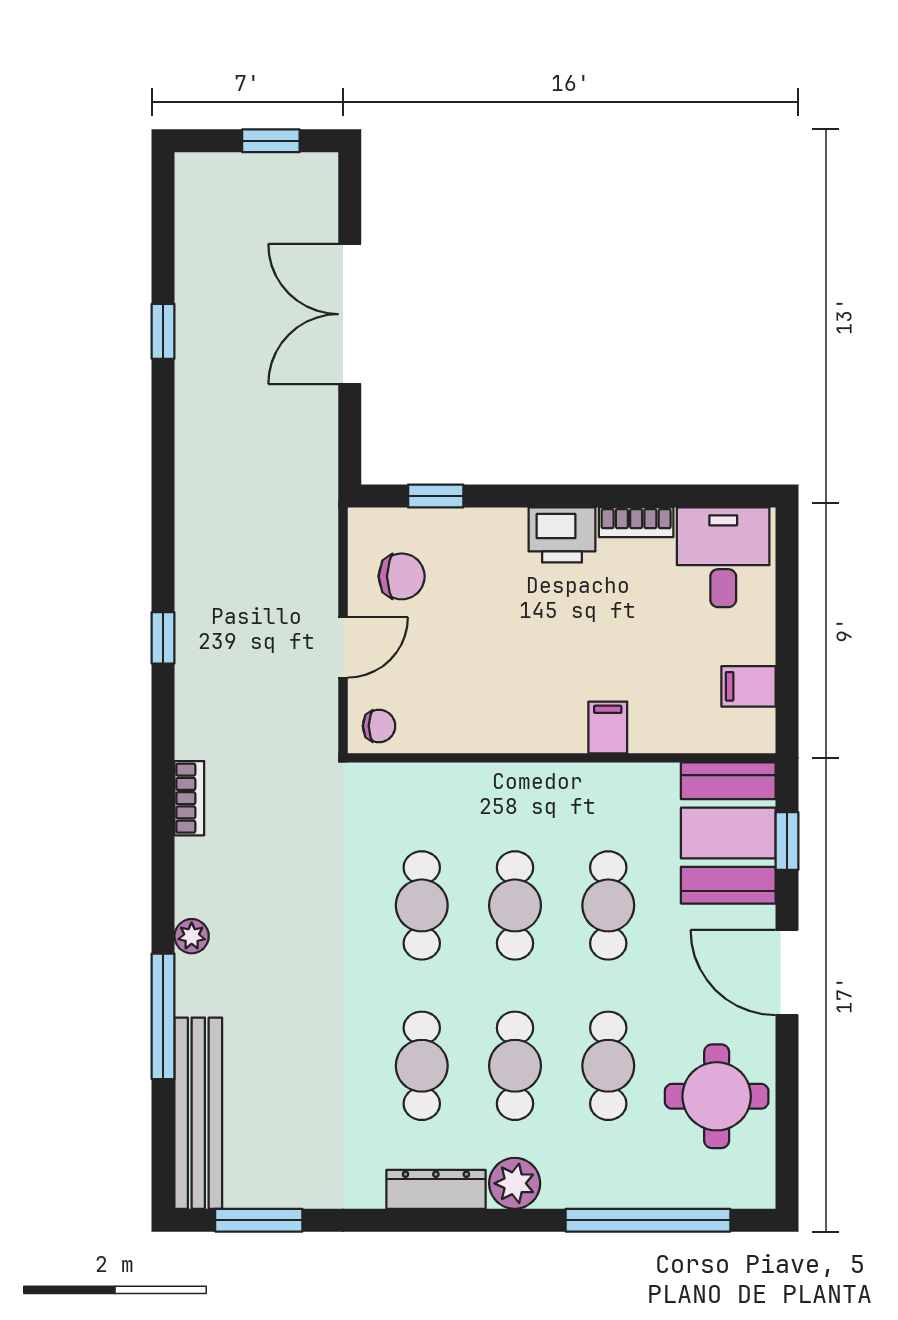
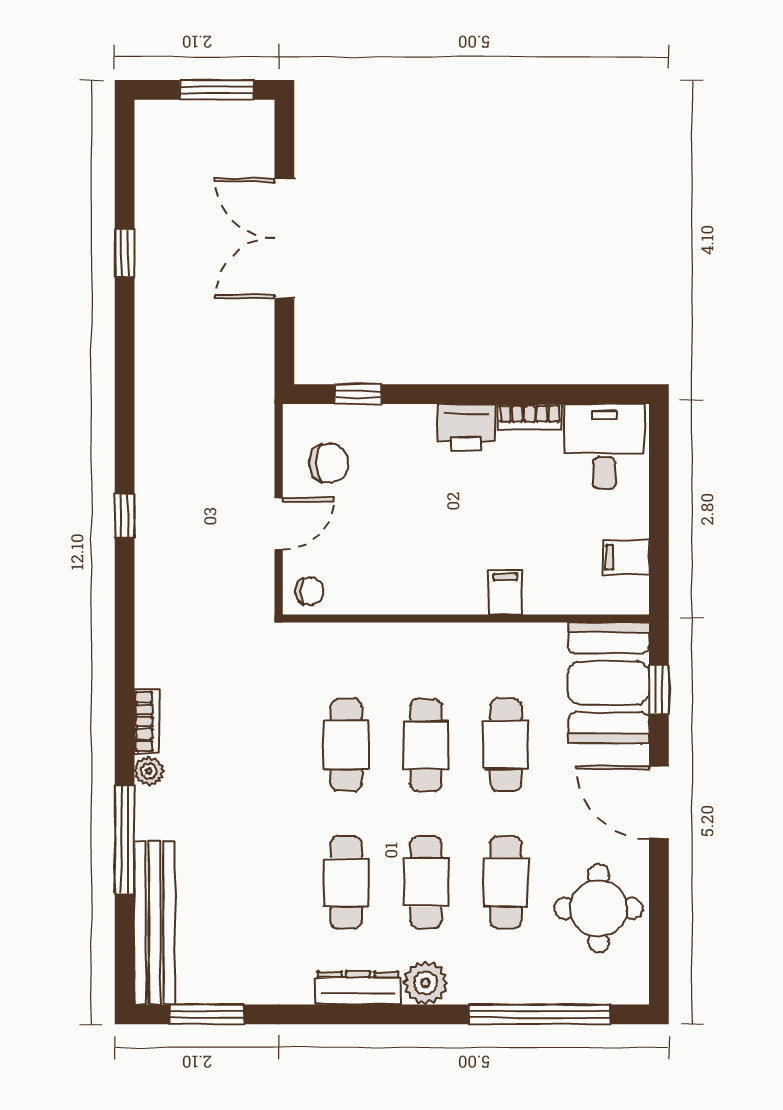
window: (271, 141) -> (217, 90), width x1.50
bookcase: (189, 798) -> (147, 722), moved

